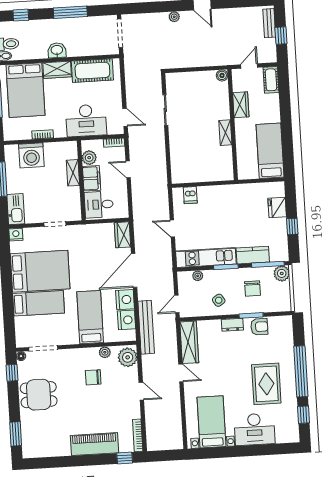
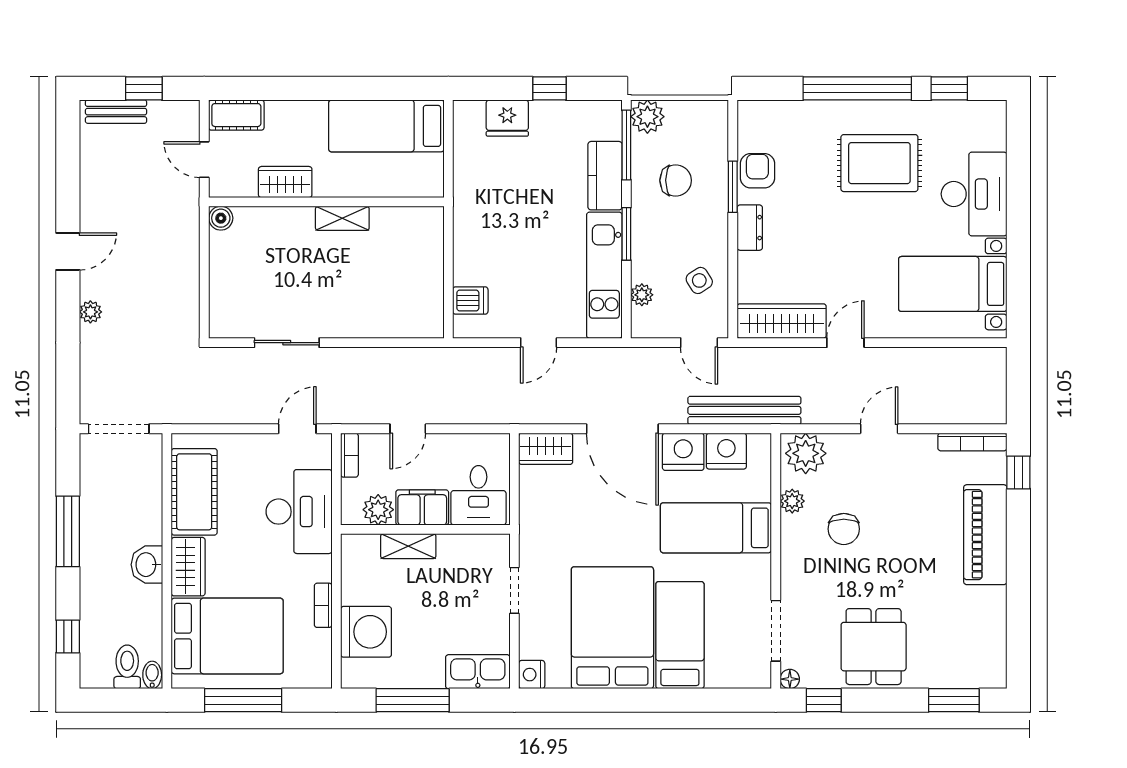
side table: (219, 300) -> (699, 280), moved

